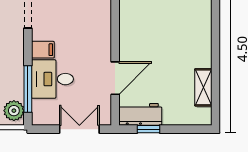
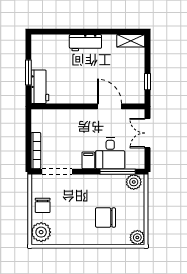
shelving: (203, 87) -> (131, 41), moved
workbench: (140, 114) -> (85, 43), moved, turned -90

